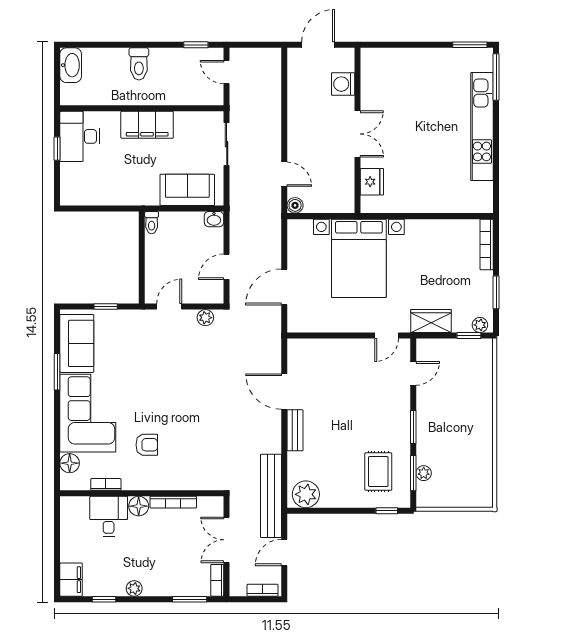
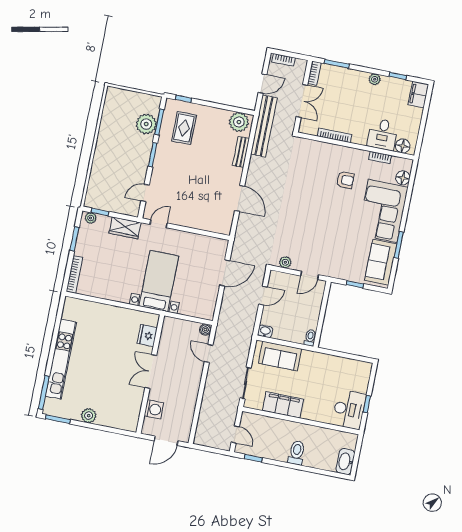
plant: (429, 58) -> (89, 416), added
filing cabinet: (147, 125) -> (283, 405), moved
bed with nightstands: (359, 258) -> (159, 281), width x0.73
bench: (295, 430) -> (241, 152), moved
armchair: (147, 445) -> (345, 180), turned 180
plant: (424, 473) -> (146, 124), width x1.88, depth x1.88
floor lamp: (139, 506) -> (403, 146), moved

